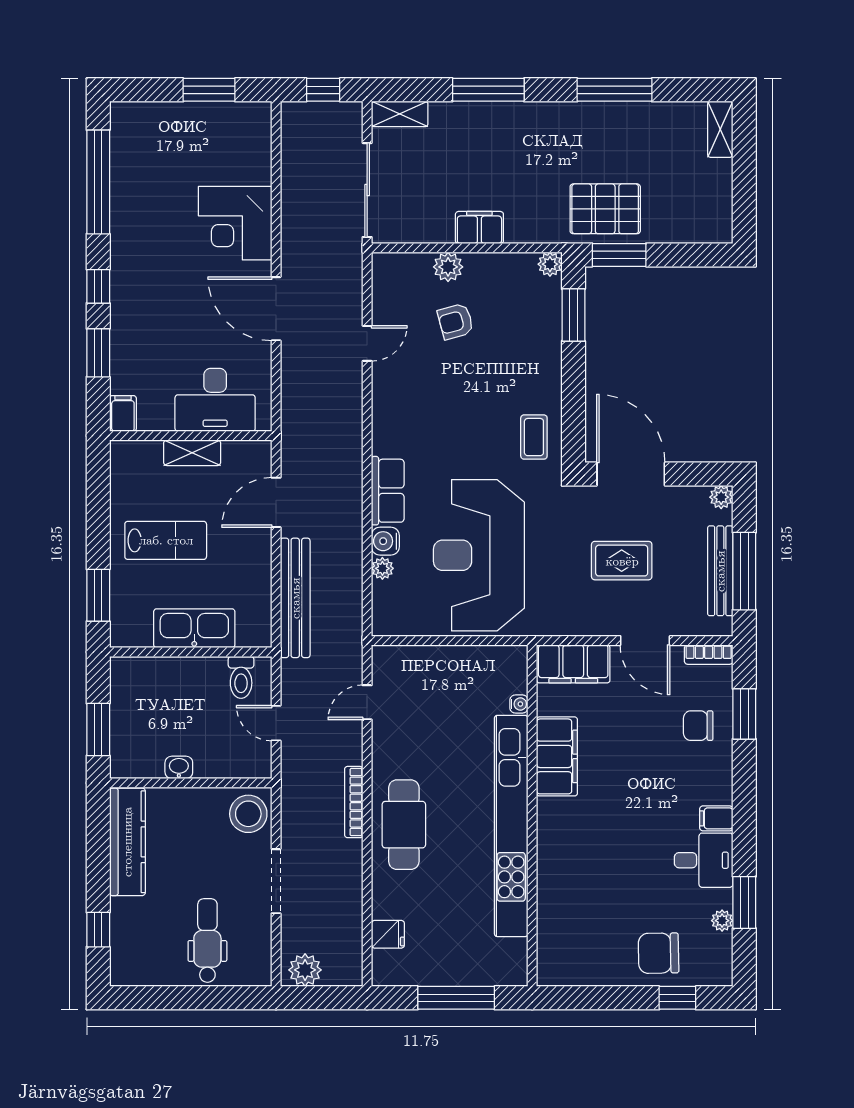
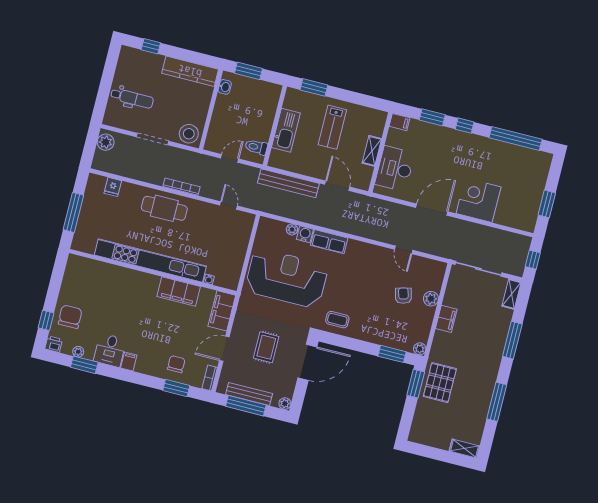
washbasin: (179, 767) -> (225, 87), moved
printer: (719, 972) -> (54, 344), added

